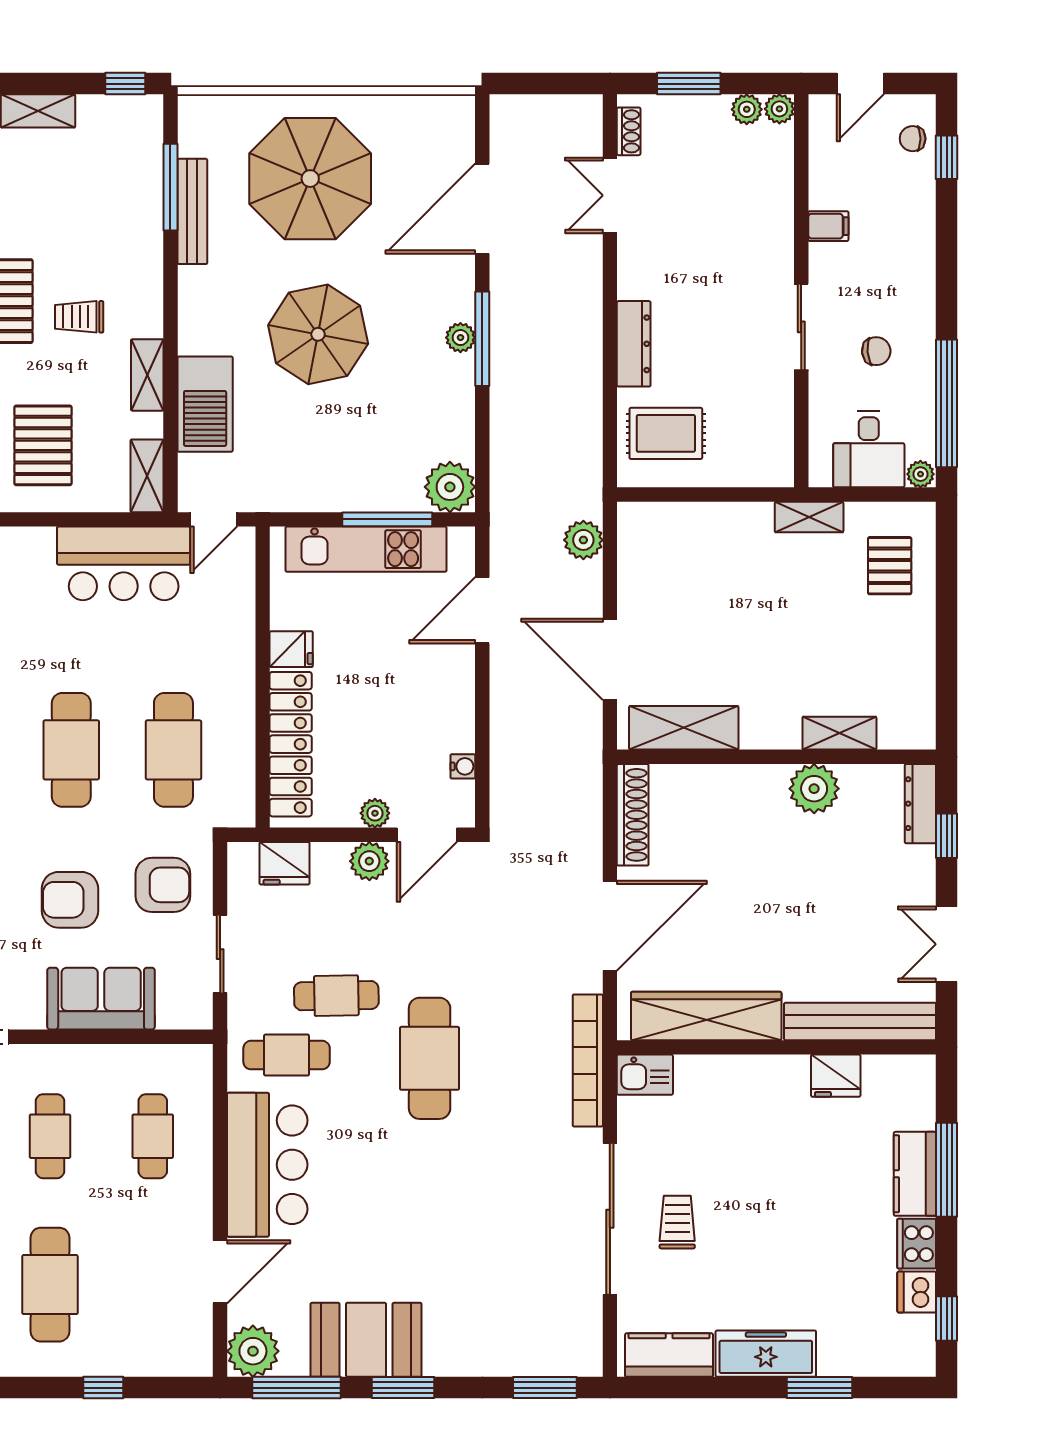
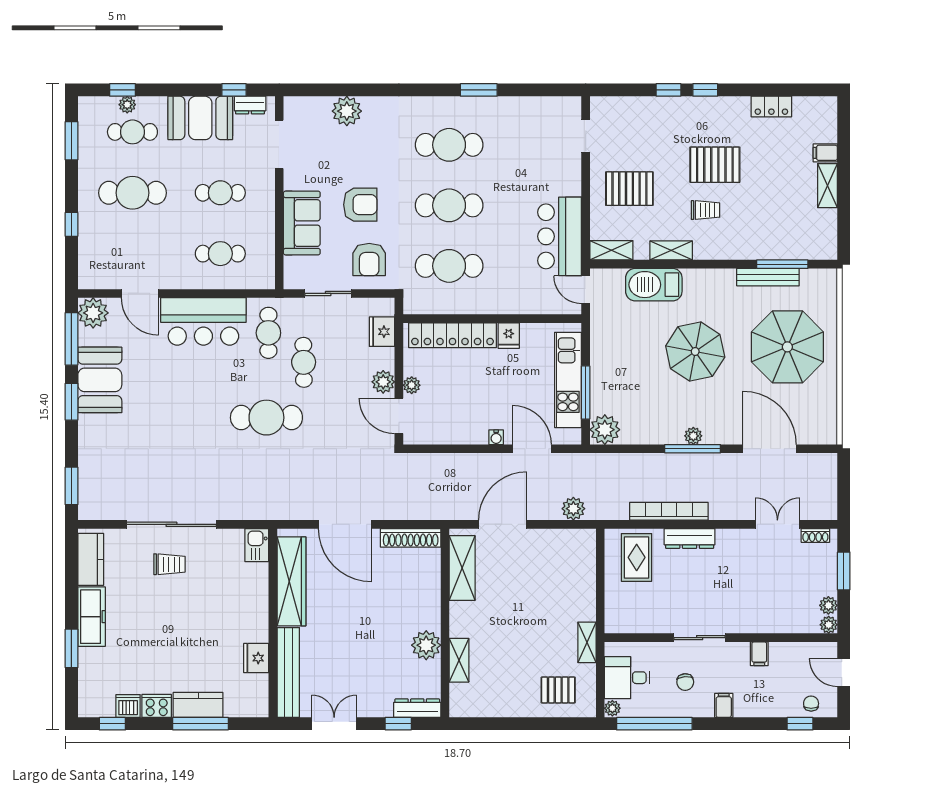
window: (125, 84) -> (844, 237), removed
filing cabinet: (916, 286) -> (724, 705), added
trolley: (79, 317) -> (706, 210), turned 90
water cooler: (463, 766) -> (496, 437), moved
armchair: (70, 900) -> (360, 205), turned 90
bookcase: (588, 1060) -> (669, 511), moved

